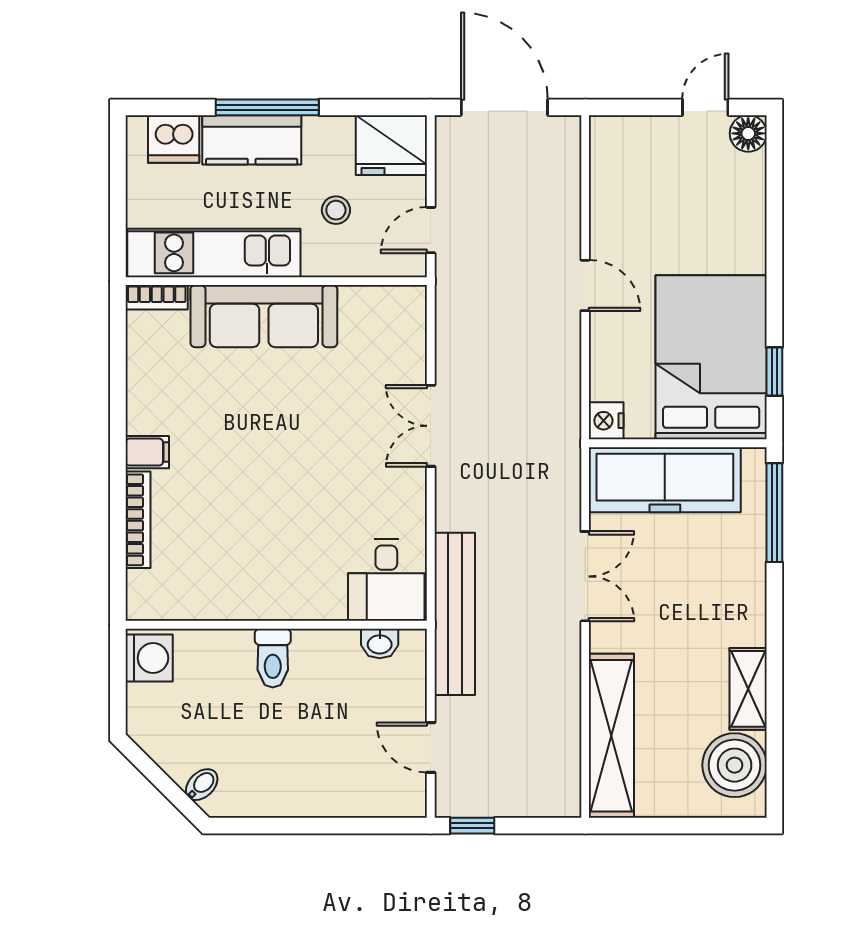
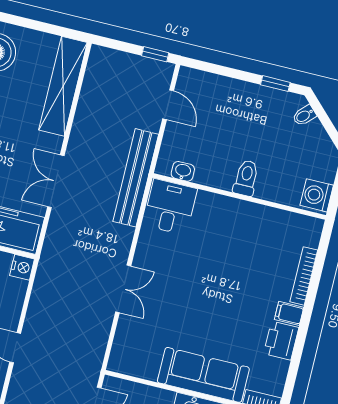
printer: (149, 404) -> (281, 341), added
window: (262, 826) -> (275, 84), added

